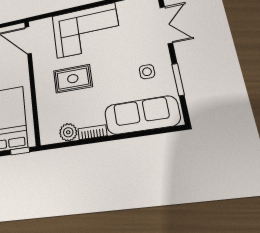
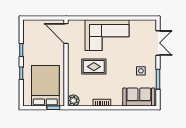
sofa: (142, 115) -> (139, 97), width x0.73
plant: (68, 132) -> (73, 101), moved

